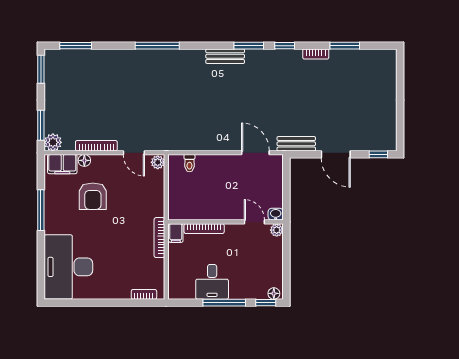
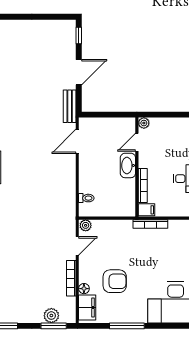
plant: (53, 142) -> (51, 316), moved
washbasin: (276, 214) -> (128, 165), moved, width x1.91, depth x1.45

